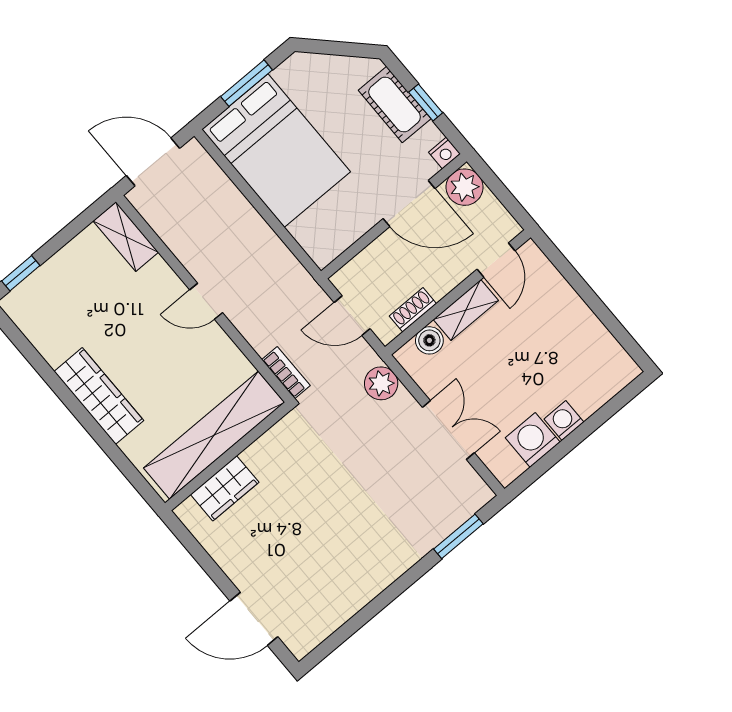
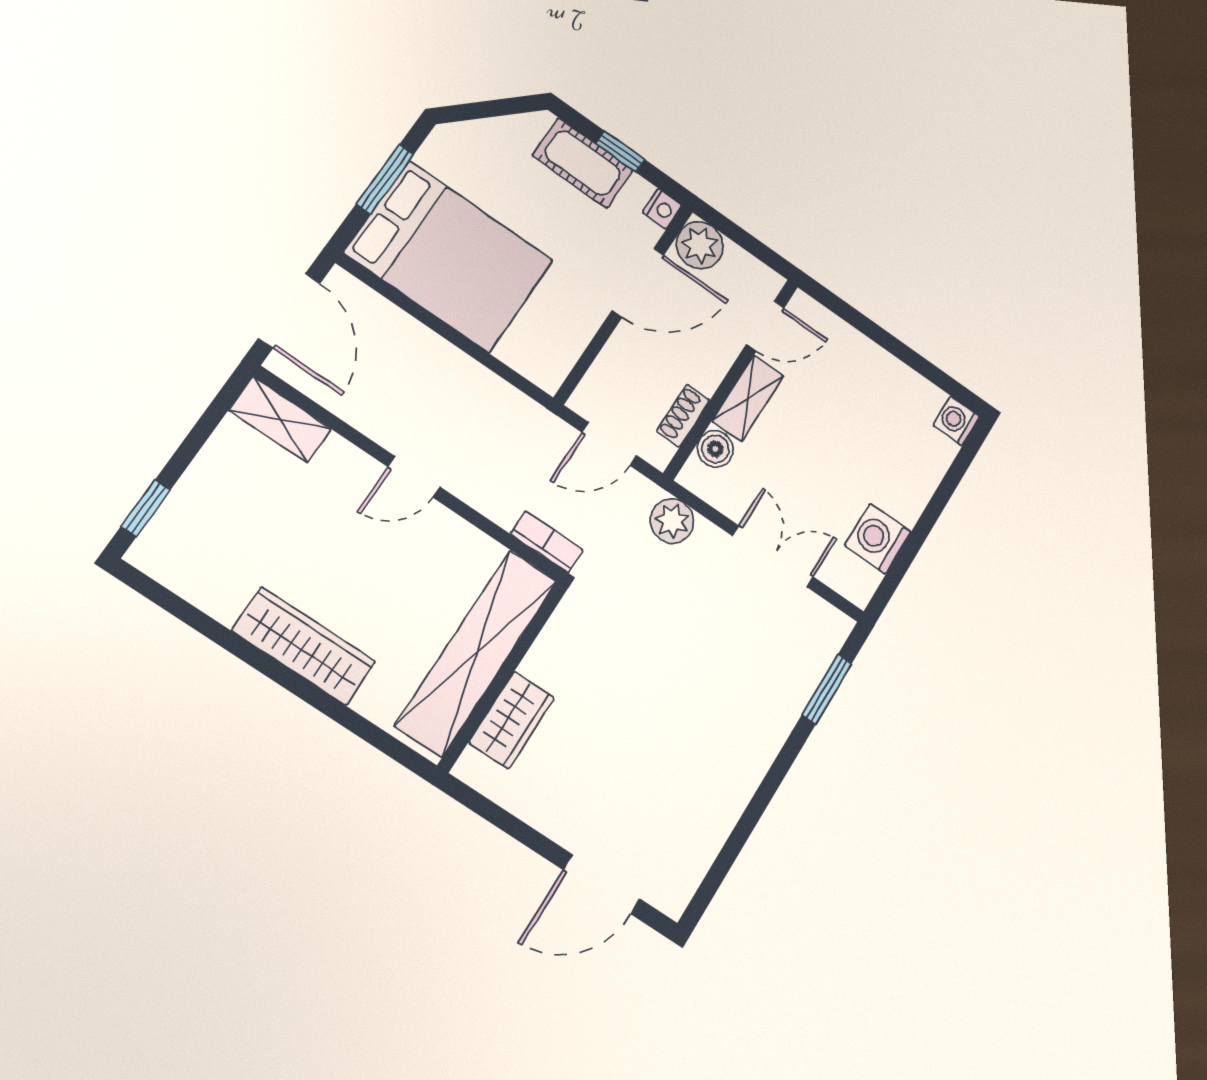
door: (153, 162) -> (289, 311), swing flipped
door: (496, 260) -> (765, 326), hinge flipped
washing machine: (564, 421) -> (957, 421), moved

